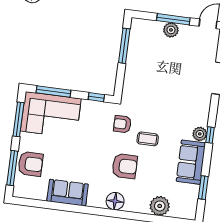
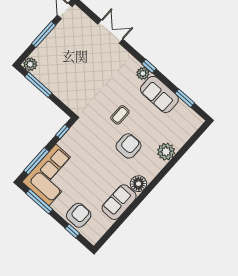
plant: (171, 30) -> (30, 64), moved
armchair: (122, 124) -> (96, 126), removed
window: (12, 168) -> (72, 231), width x0.46
floor lamp: (115, 201) -> (138, 184), moved
plant: (160, 206) -> (166, 152), moved

